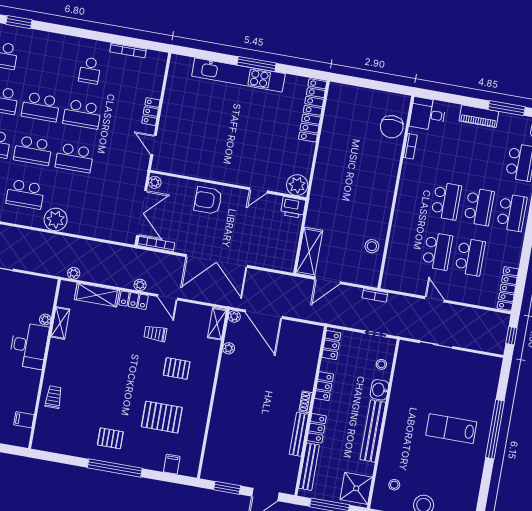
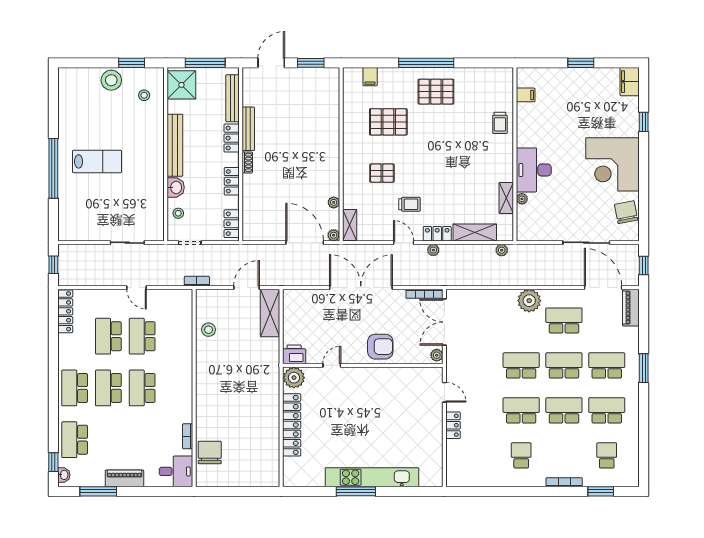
bookcase: (128, 50) -> (564, 482), moved
locker: (313, 110) -> (292, 425), moved
pallet: (110, 438) -> (436, 92), width x1.50, depth x1.42

